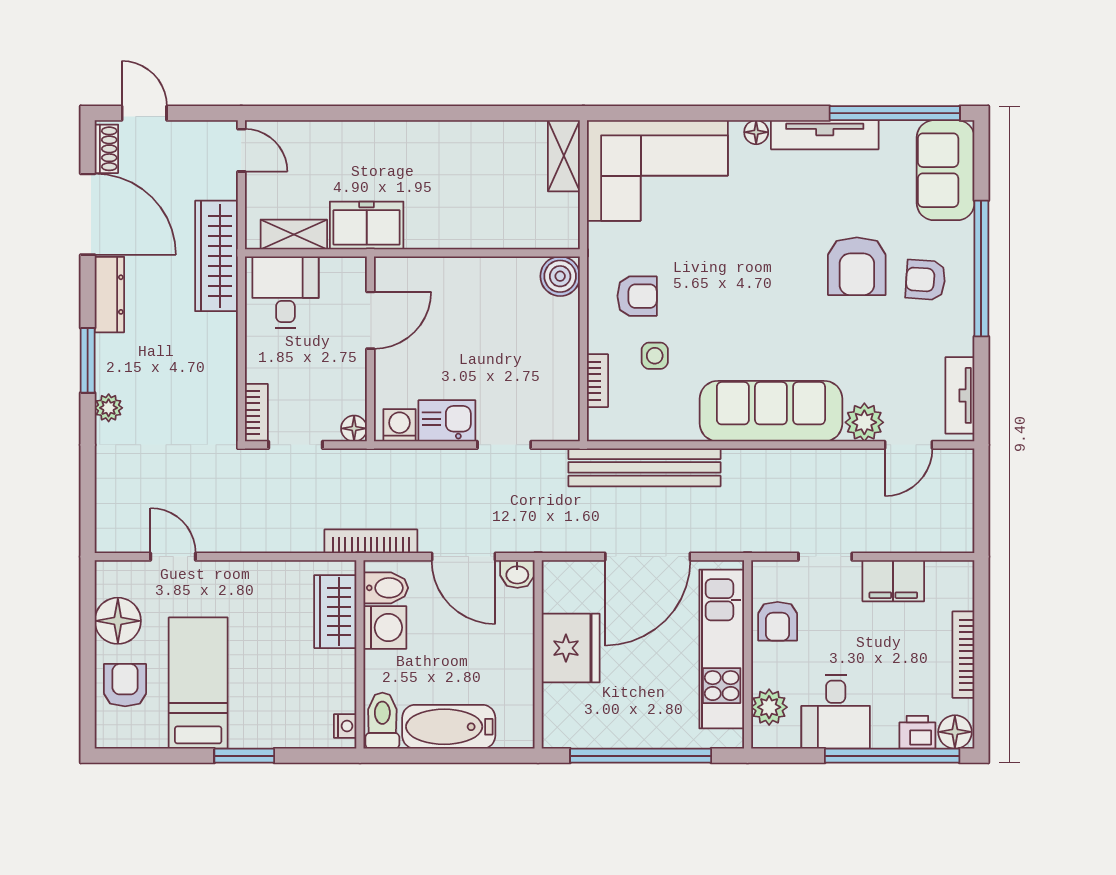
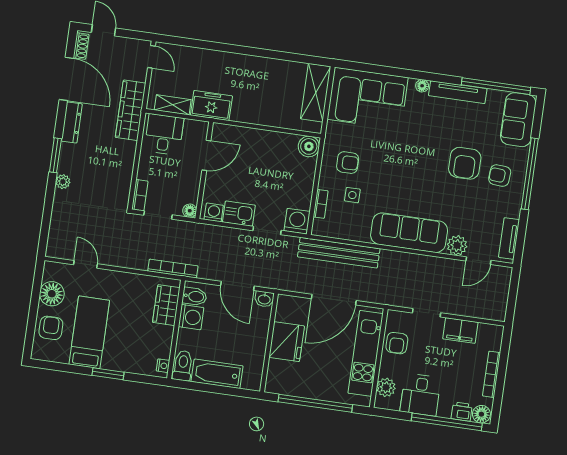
shelving: (564, 156) -> (316, 93), width x1.50, depth x1.33
washing machine: (558, 420) -> (297, 221), added
bookcase: (371, 541) -> (173, 269), moved

